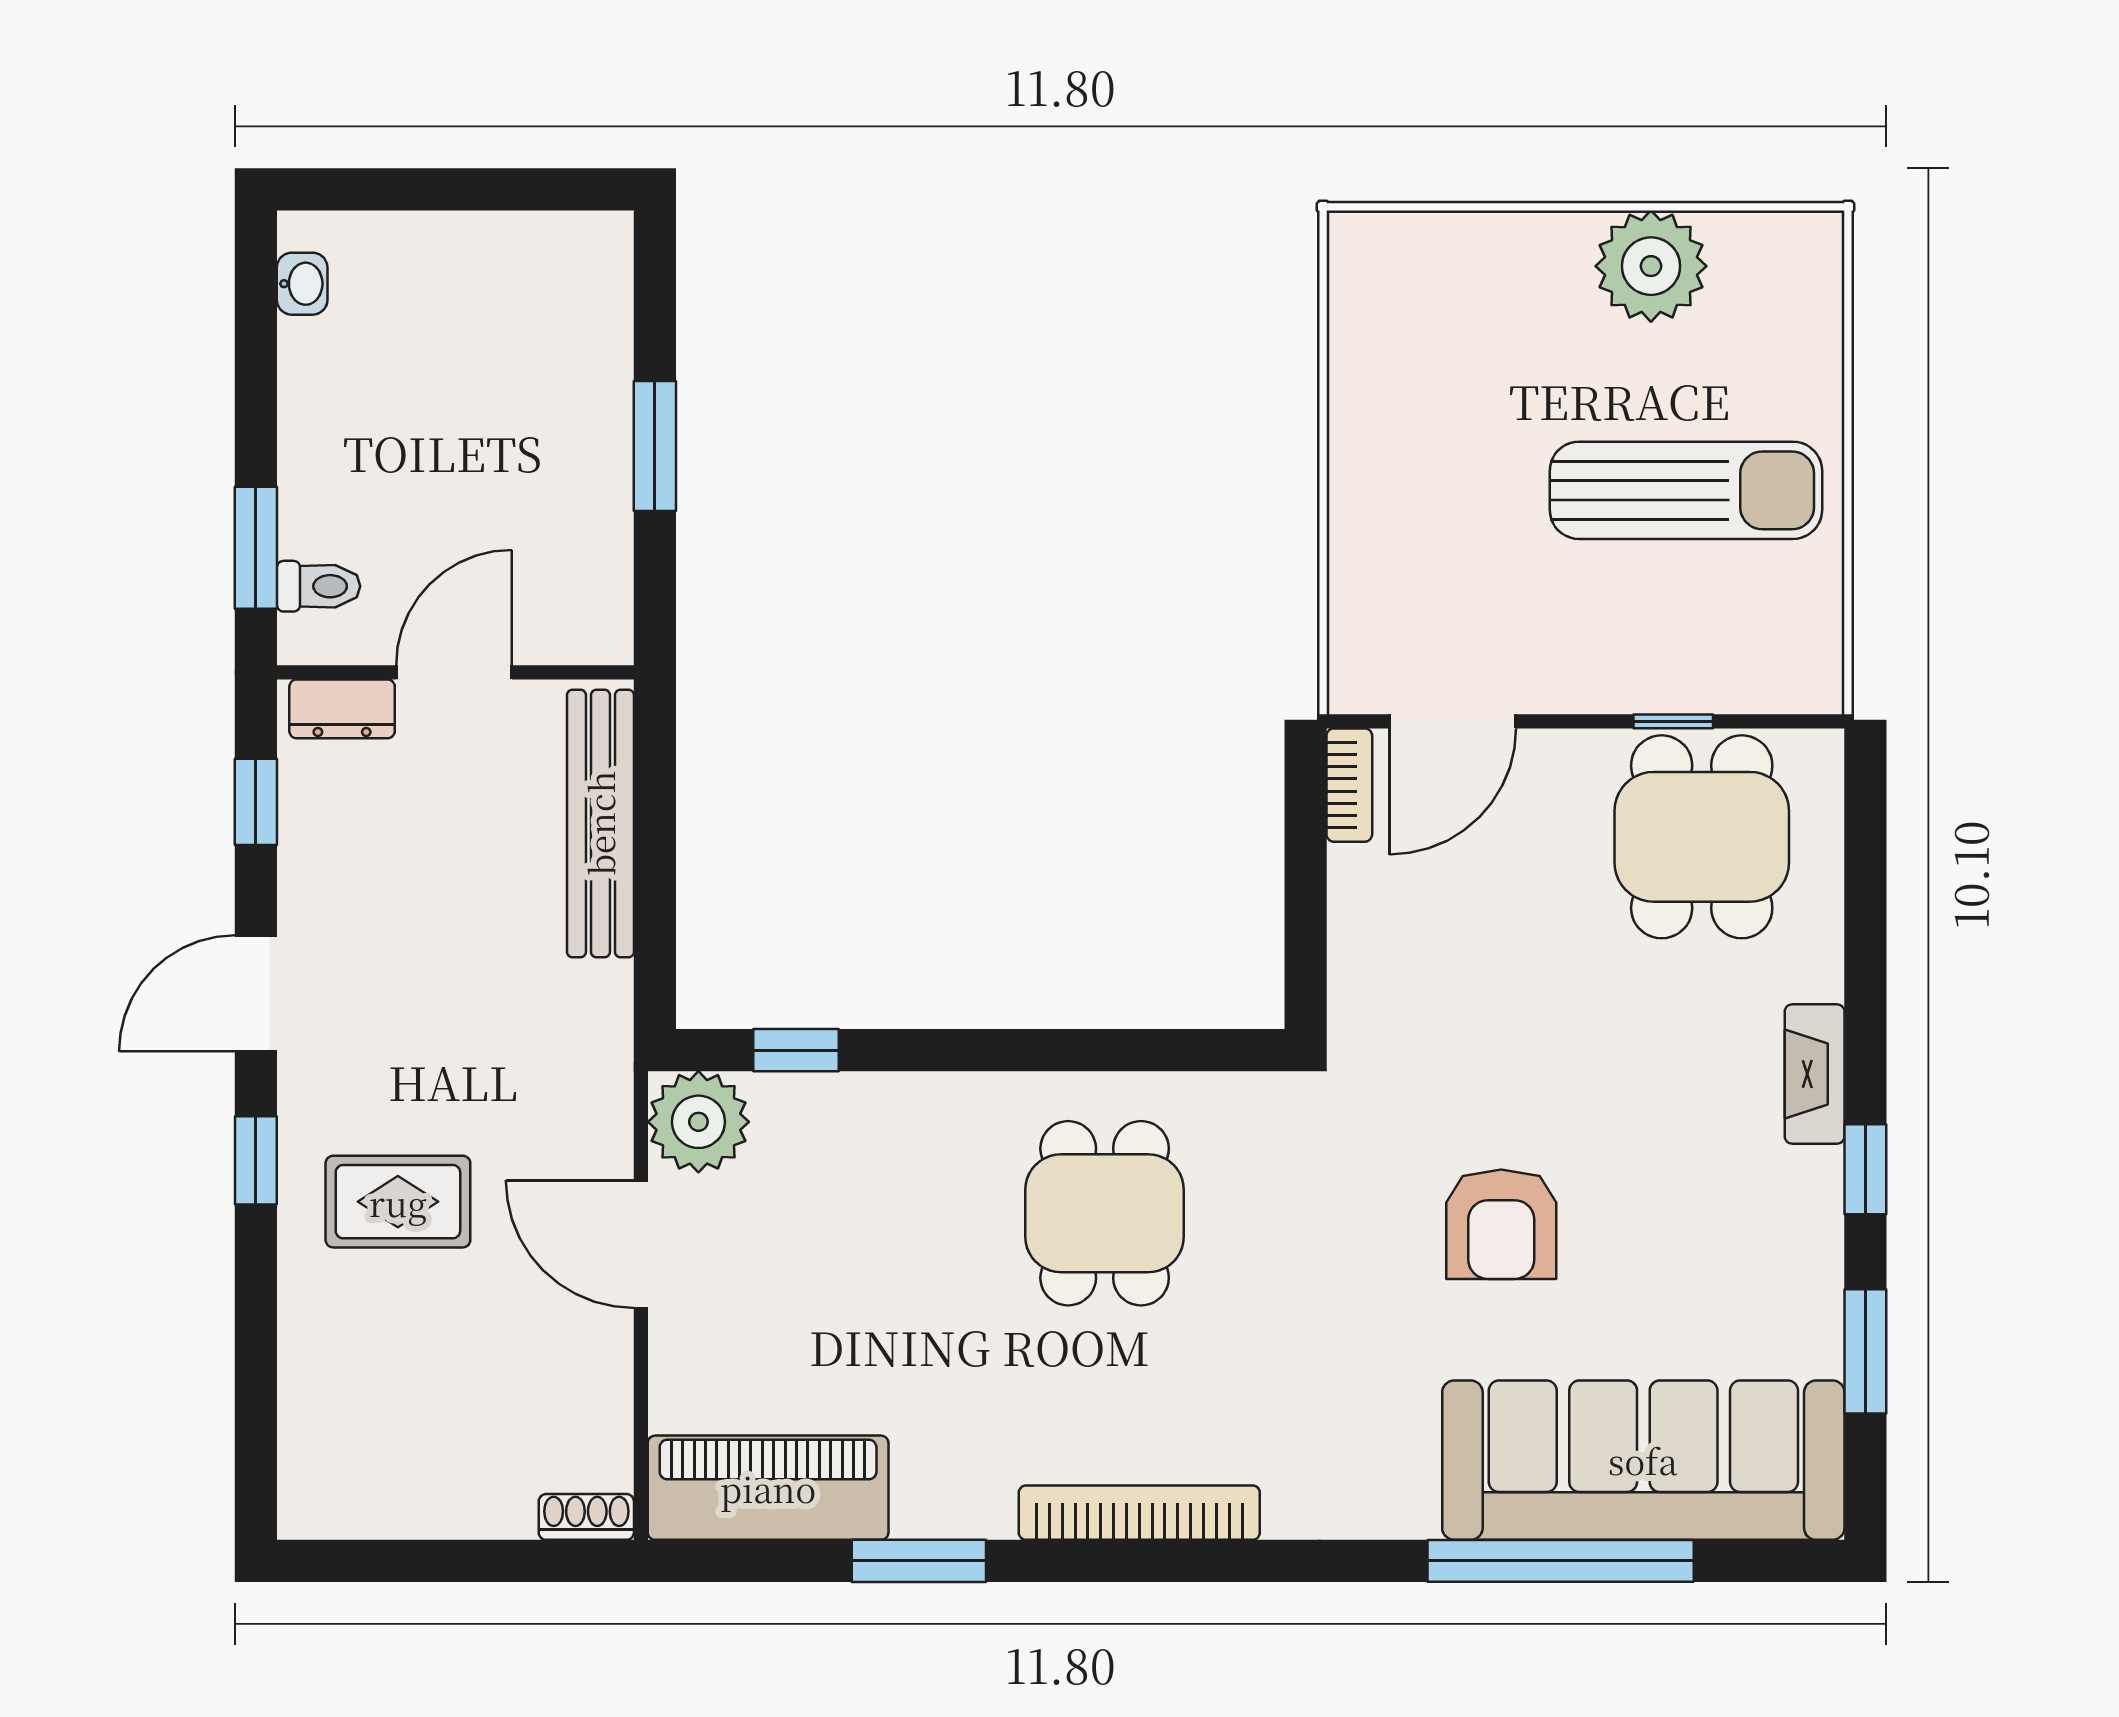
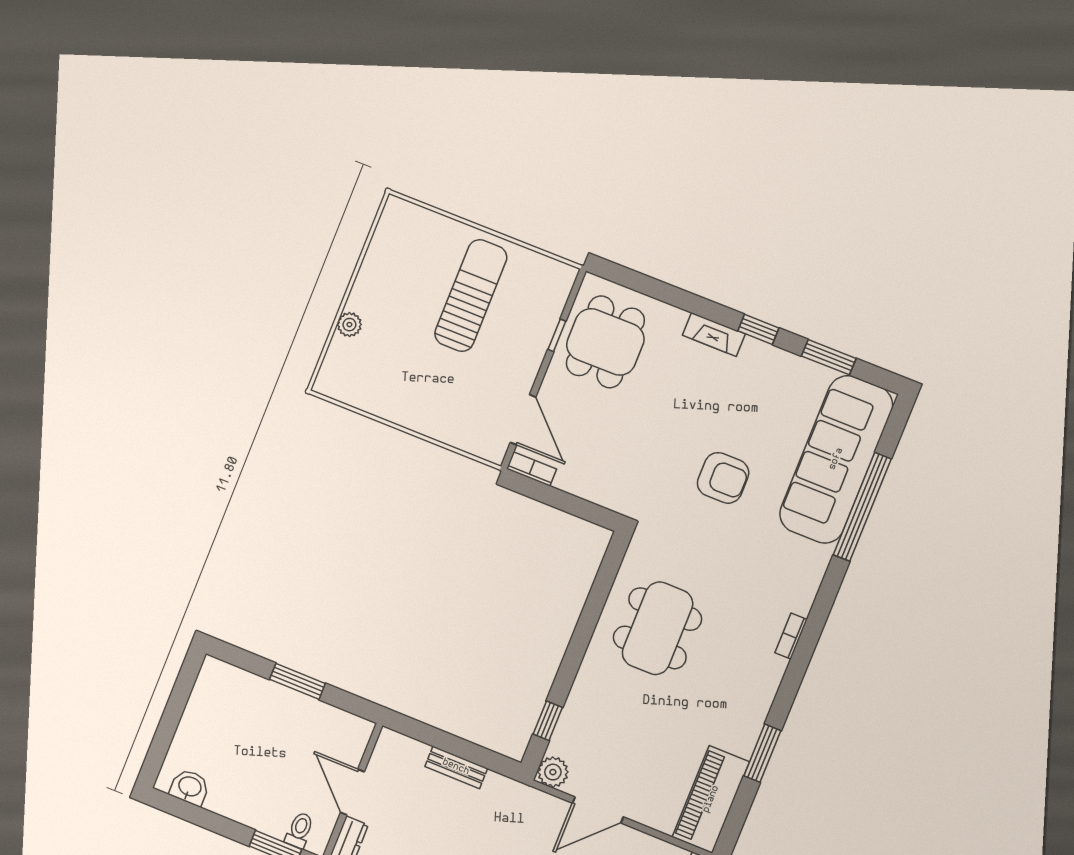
plant: (1651, 266) -> (349, 325), moved, width x0.53, depth x0.53
washbasin: (302, 284) -> (190, 787), width x1.38, depth x1.45
bench: (600, 823) -> (456, 767), width x0.54, depth x0.82
dining table: (1702, 837) -> (605, 342), turned 90
plant: (698, 1122) -> (553, 772), width x0.73, depth x0.73
dining table: (1105, 1213) -> (658, 628), width x1.38
bookcase: (1139, 1513) -> (791, 636), width x0.43, depth x0.76

